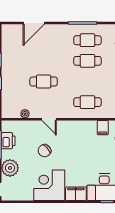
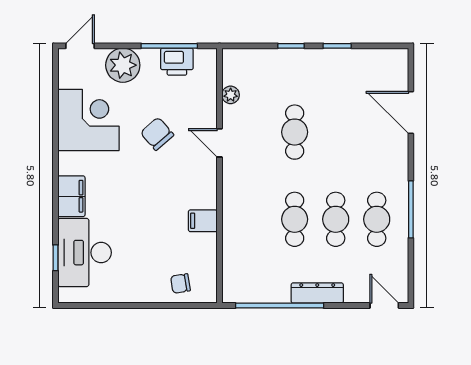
cafe table: (87, 102) -> (295, 219), moved
door: (49, 119) -> (219, 143), hinge flipped
filing cabinet: (103, 128) -> (203, 221), moved
corner desk: (49, 185) -> (88, 120), moved

